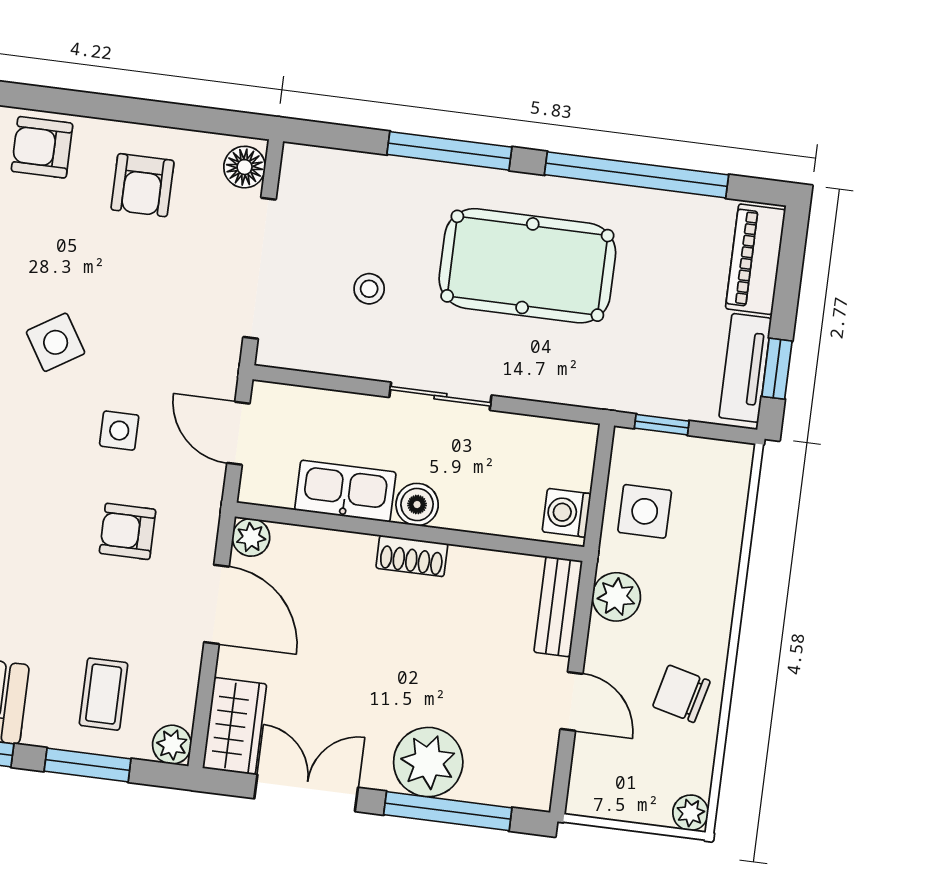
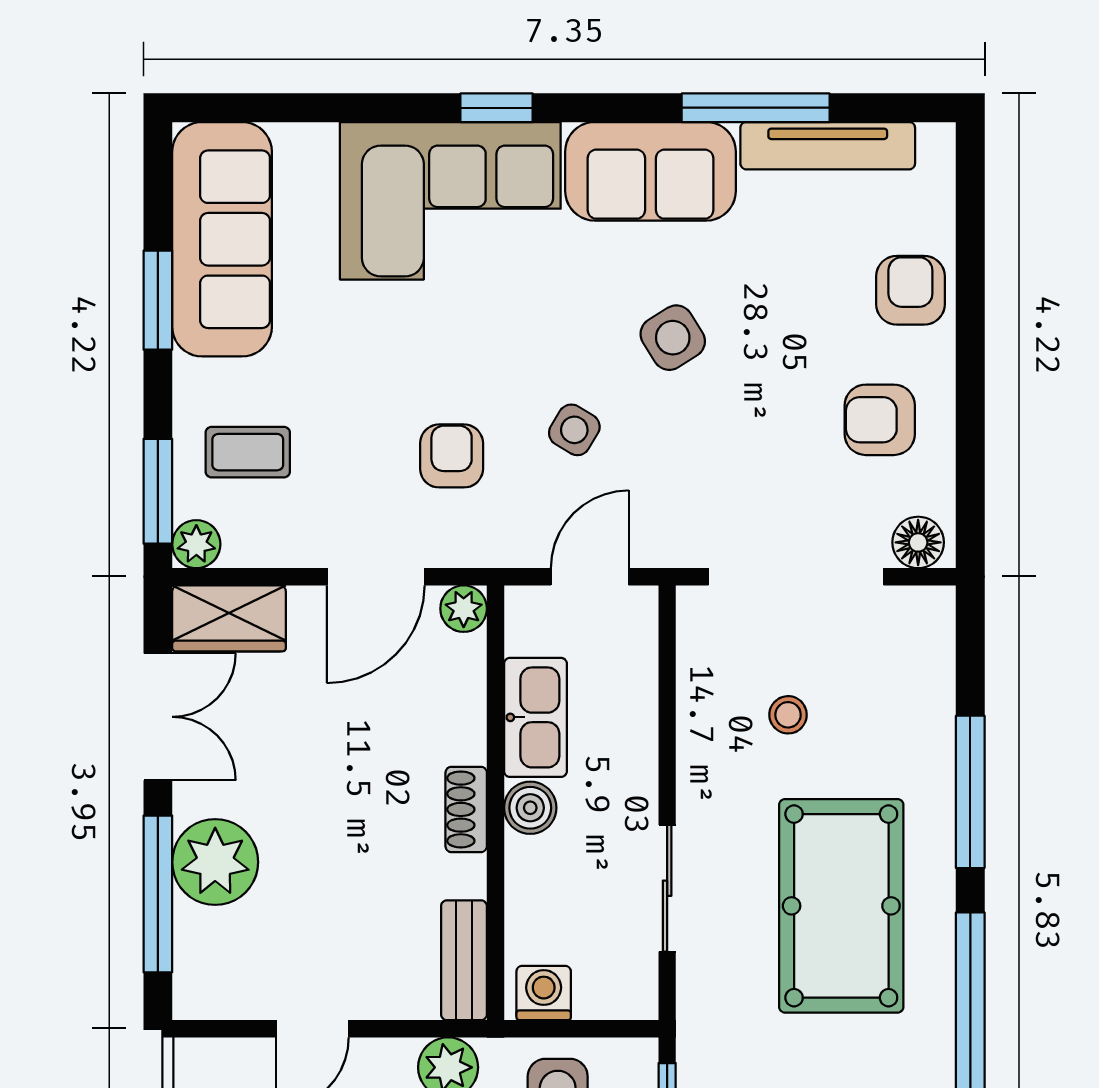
sliding door: (440, 396) -> (667, 888), moved
side table: (119, 431) -> (574, 430), turned 31
bench: (558, 607) -> (464, 960), moved, turned 90
window: (88, 765) -> (158, 491), moved

